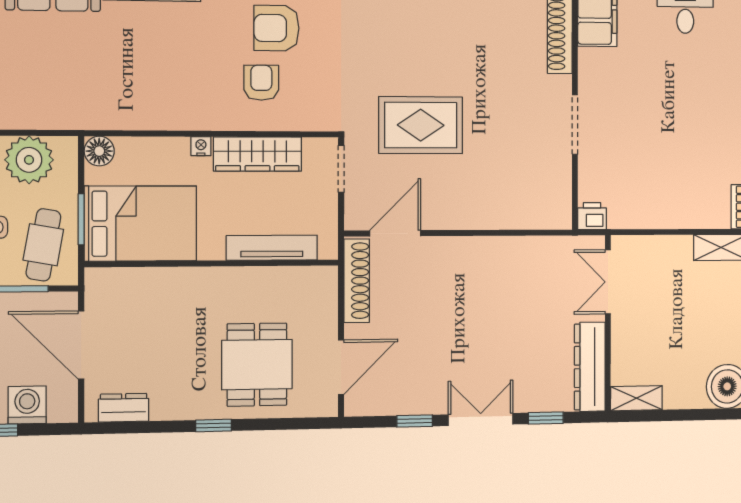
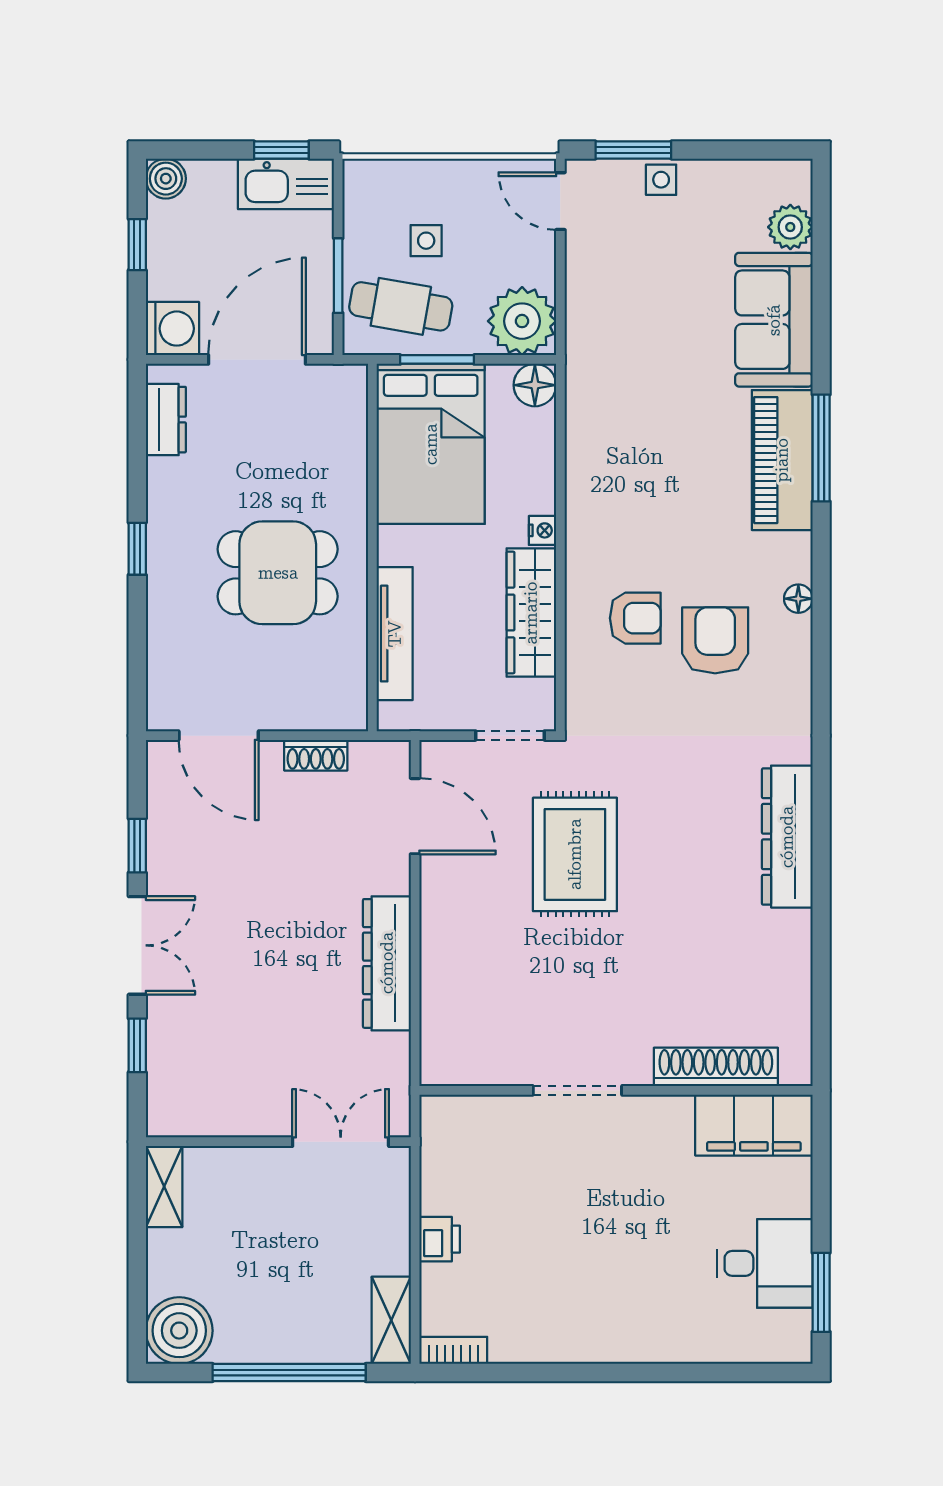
plant: (29, 160) -> (522, 321), moved
printer: (592, 216) -> (440, 1239), moved
shoe rack: (357, 281) -> (316, 755), width x0.51, depth x0.81
dining table: (257, 365) -> (278, 573), moved
dresser: (590, 367) -> (387, 963), moved, turned -90
washing machine: (27, 405) -> (172, 329), moved

